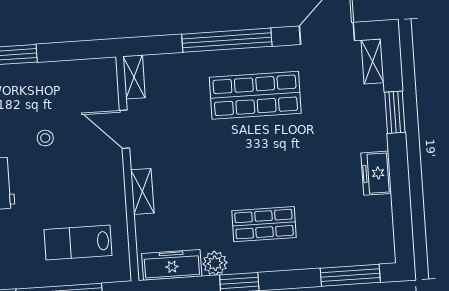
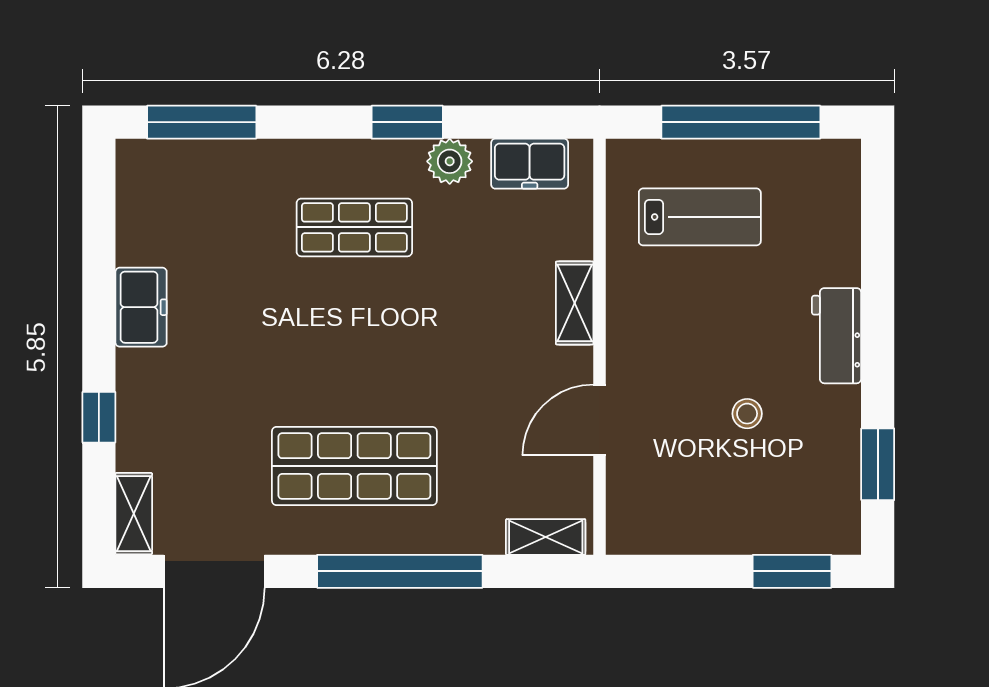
shelving: (134, 77) -> (546, 537), moved, turned 90
window: (395, 112) -> (99, 417), width x0.67
door: (125, 129) -> (600, 420), swing flipped
freezer: (172, 265) -> (530, 164), width x0.71

